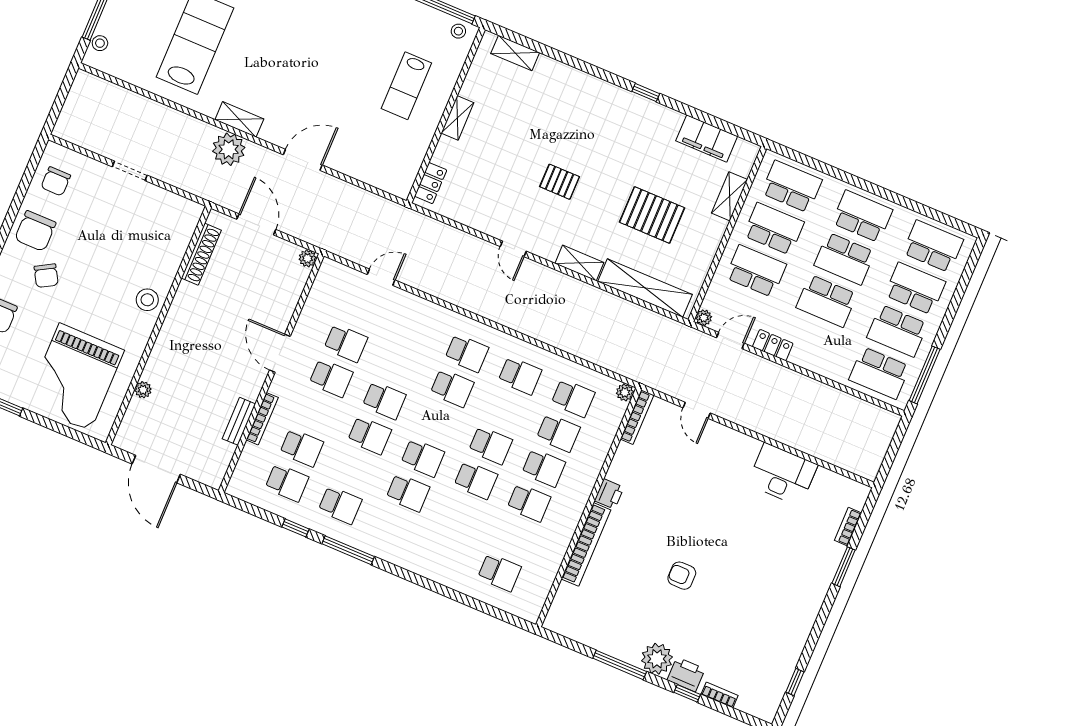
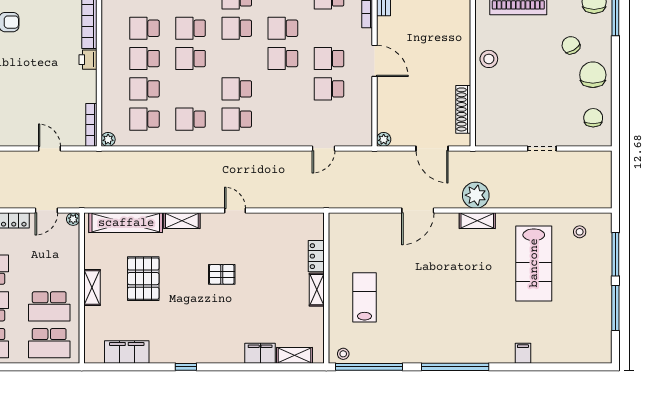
stool: (100, 43) -> (580, 232), moved
filing cabinet: (554, 72) -> (260, 353), added
locker: (431, 183) -> (316, 256), moved
shelving: (730, 196) -> (92, 287), moved
pallet: (652, 215) -> (143, 279), turned 90
school desk: (756, 271) -> (49, 270), removed

